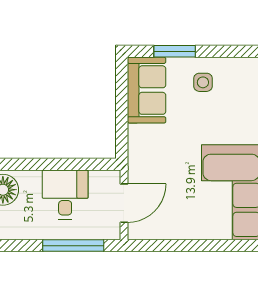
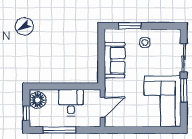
sofa: (147, 90) -> (115, 60), moved
window: (73, 246) -> (59, 130), moved

